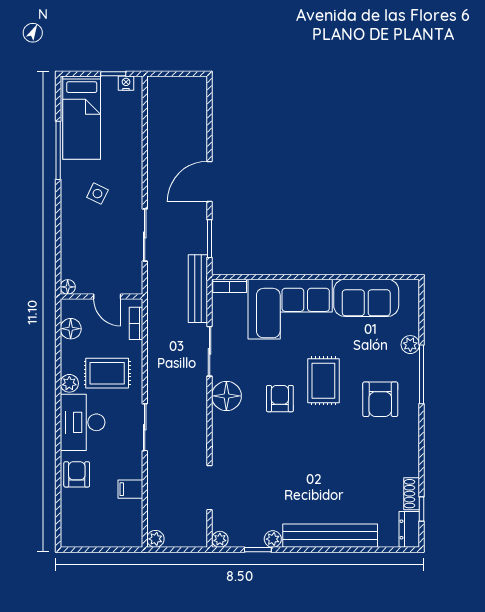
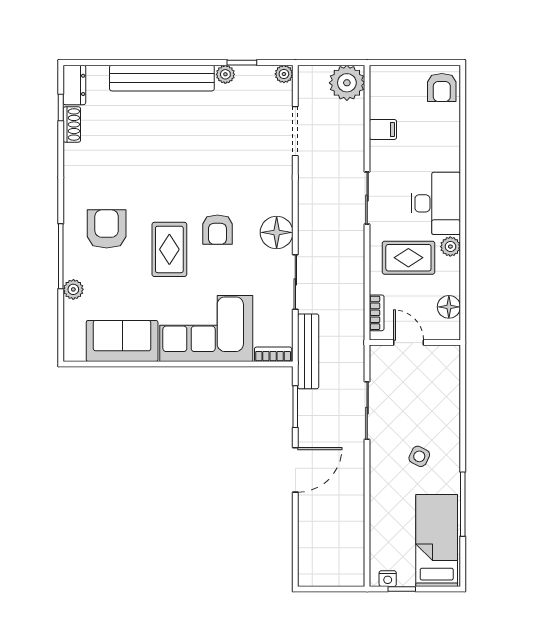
floor lamp: (68, 287) -> (452, 353), removed
armchair: (77, 474) -> (442, 88), moved
plant: (155, 539) -> (347, 83), width x1.88, depth x1.88

